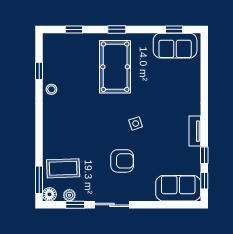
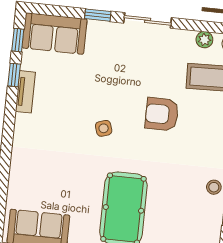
tv unit: (195, 131) -> (25, 92), moved
armchair: (122, 161) -> (162, 114), moved
window: (75, 205) -> (98, 15), moved

